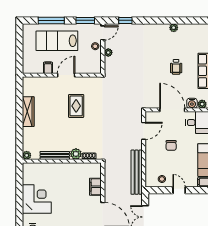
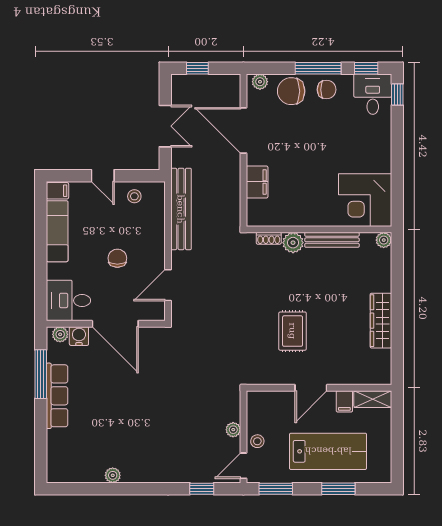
window: (51, 20) -> (338, 489), width x0.69
wheelchair: (176, 67) -> (108, 403), removed
shelving: (33, 69) -> (373, 399), added
corner desk: (37, 199) -> (365, 200), moved

